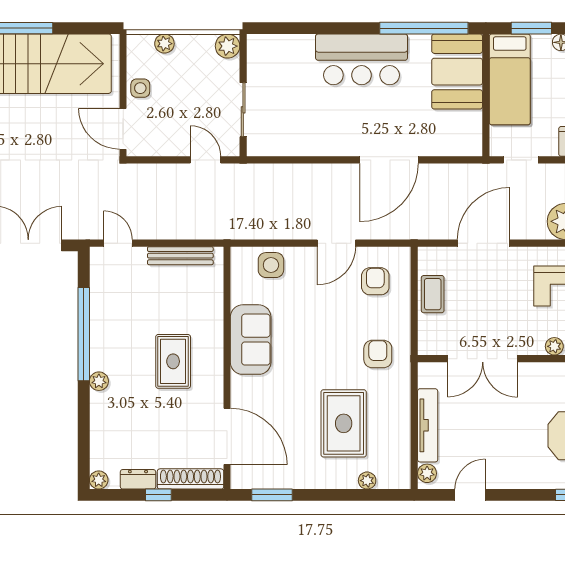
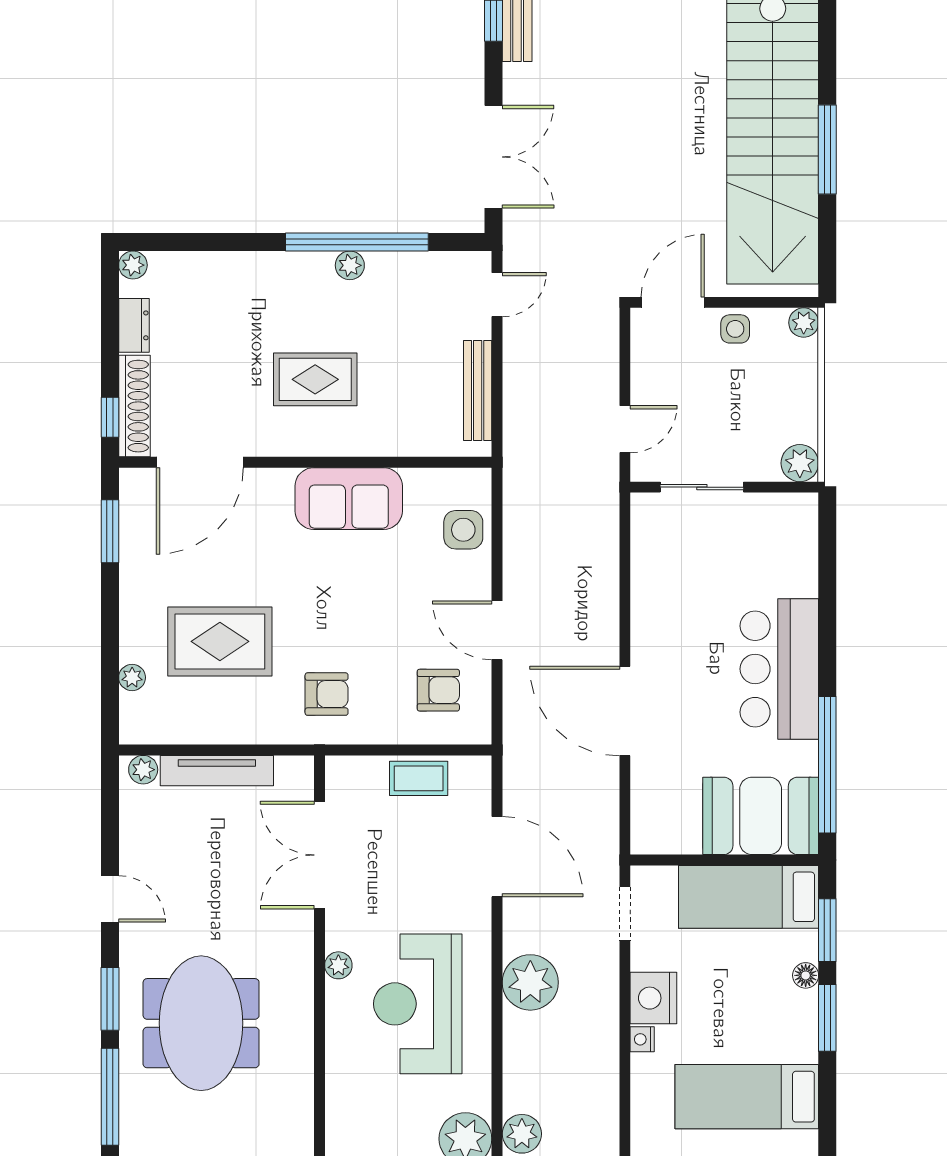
plant: (164, 44) -> (804, 323), moved
plant: (99, 381) -> (350, 265), moved
window: (158, 495) -> (110, 417), moved
door: (470, 495) -> (110, 899), moved

